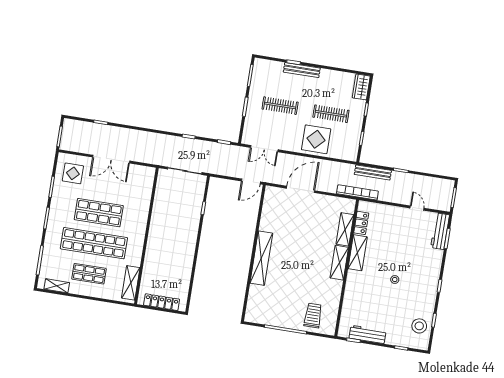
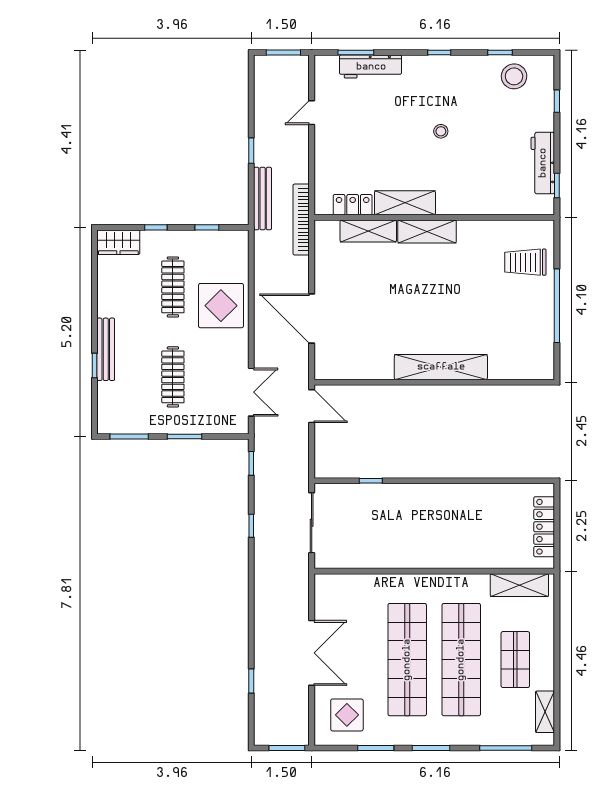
shop shelf: (99, 213) -> (407, 660), width x1.40
workbench: (440, 231) -> (371, 67), moved

